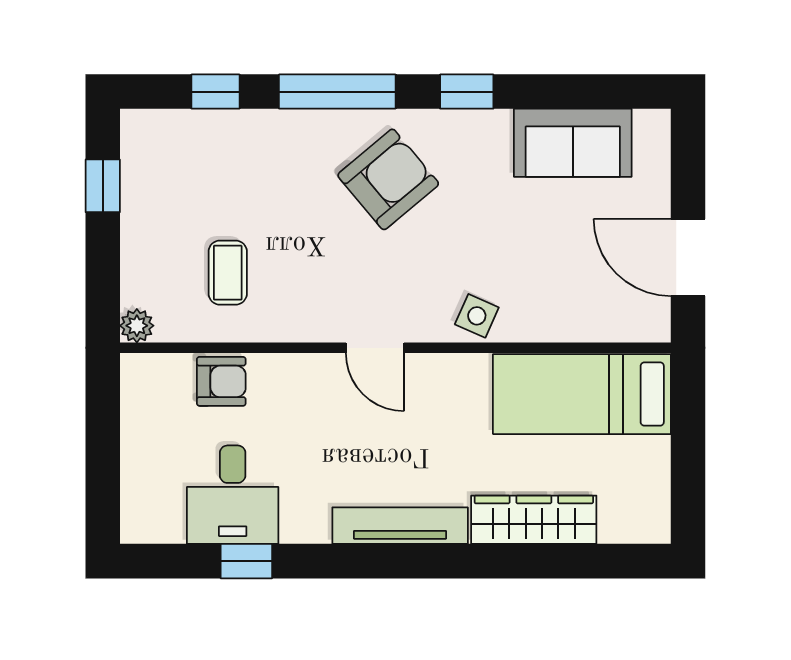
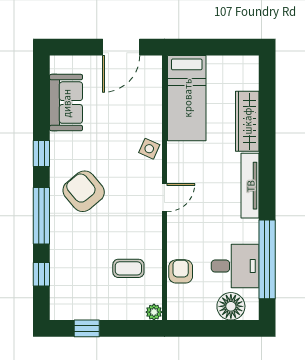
floor lamp: (149, 486) -> (231, 306), added
window: (246, 561) -> (267, 259), width x3.17

